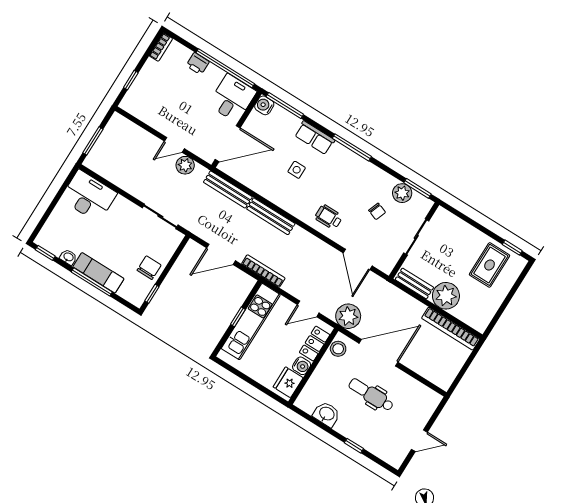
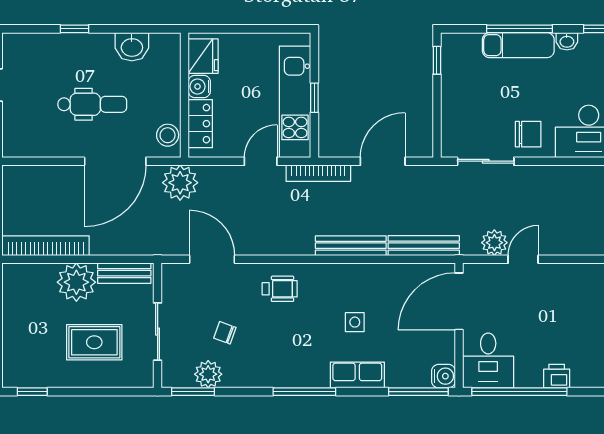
rug: (490, 265) -> (94, 342), moved, turned 90
chair: (149, 268) -> (528, 134), moved, turned -90
door: (308, 309) -> (261, 161), moved

